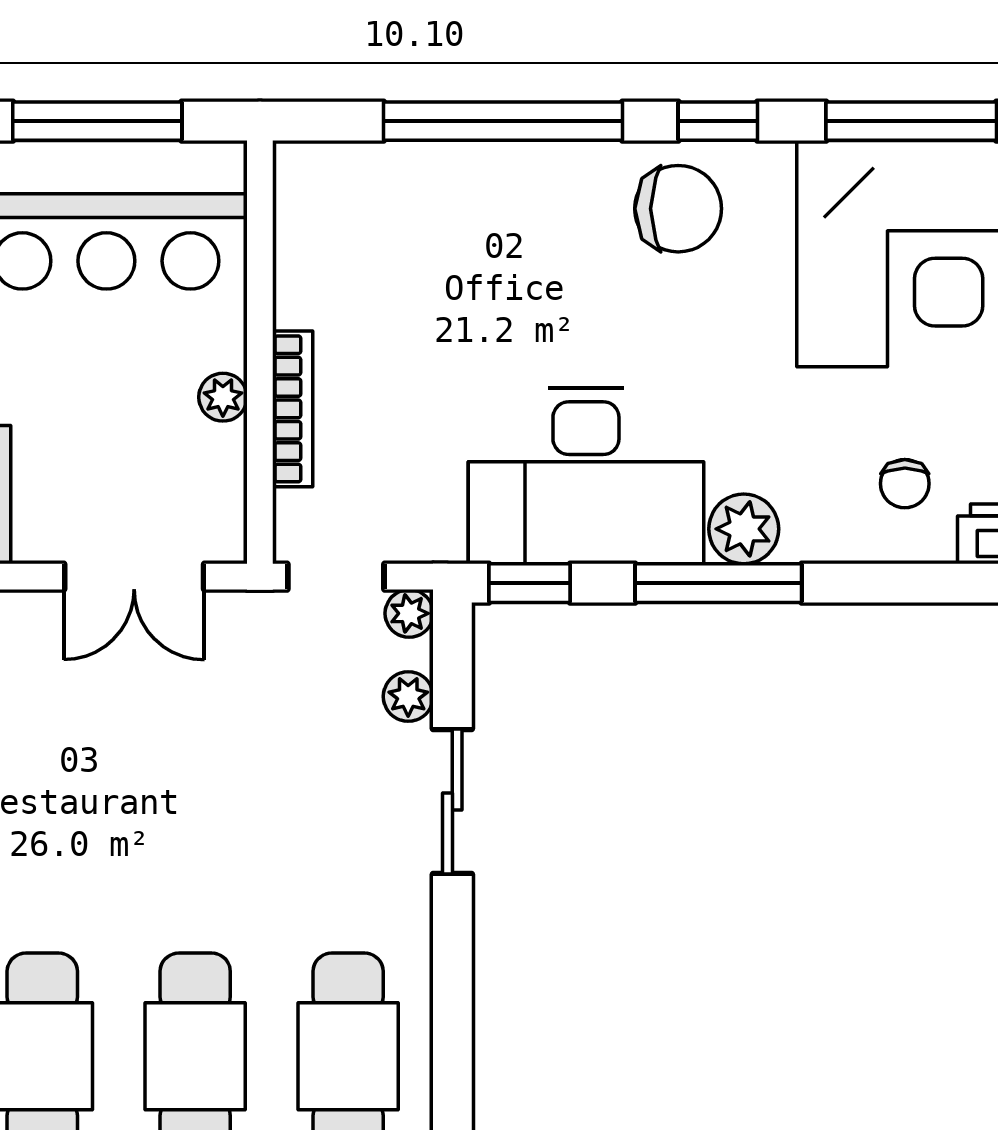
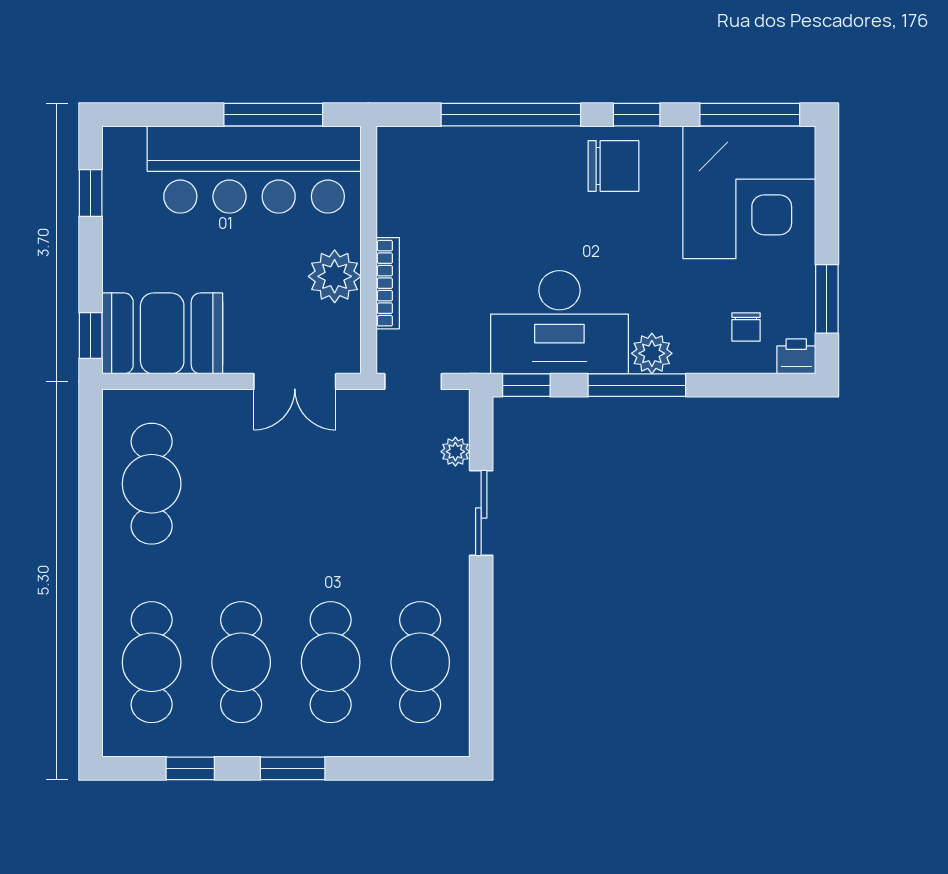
plant: (223, 397) -> (335, 276), width x1.88, depth x1.88
plant: (409, 613) -> (456, 403), removed

